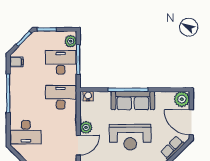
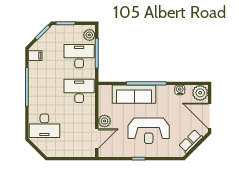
water cooler: (88, 96) -> (180, 90), moved
sofa: (133, 101) -> (134, 94), moved

